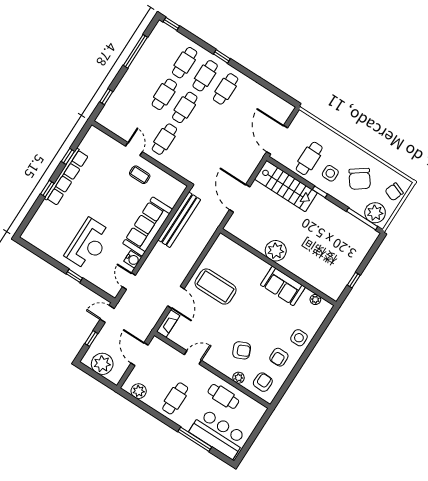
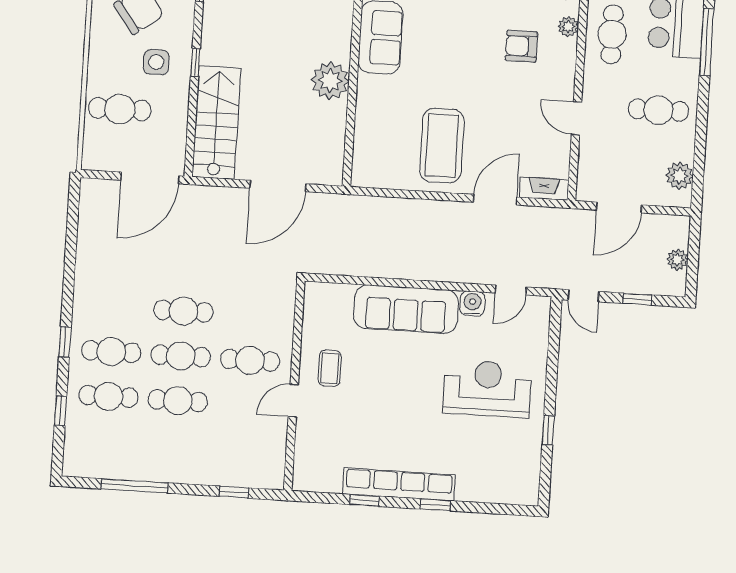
window: (171, 24) -> (61, 411), moved
cafe table: (226, 89) -> (183, 311), moved
cafe table: (309, 158) -> (120, 109), moved
bench: (179, 220) -> (367, 264), removed
window: (74, 276) -> (548, 430), moved
armchair: (242, 350) -> (521, 46), turned -66
plant: (102, 364) -> (677, 260), width x0.53, depth x0.53

